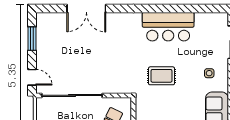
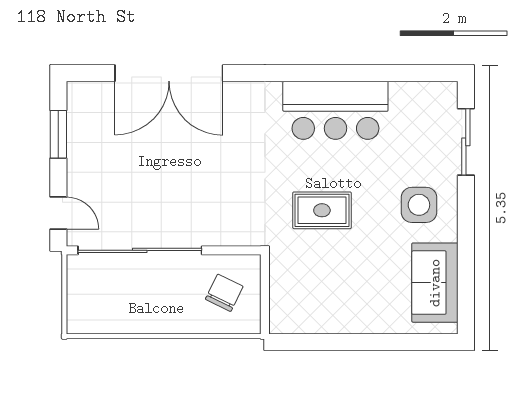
double door: (86, 8) -> (169, 73), width x1.36
side table: (209, 73) -> (419, 205), width x1.87, depth x1.87

